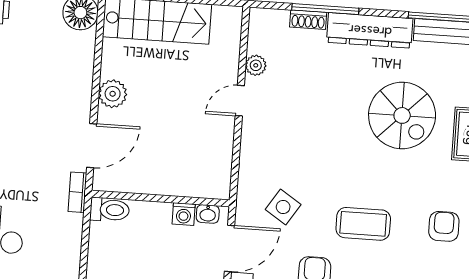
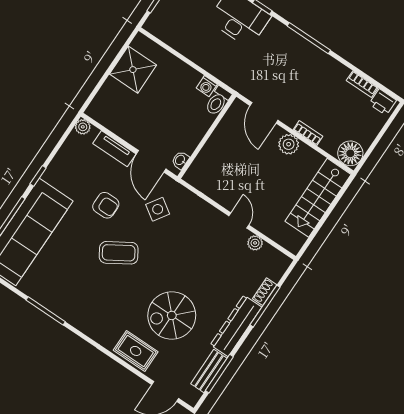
bookcase: (77, 192) -> (308, 133), moved
washing machine: (184, 214) -> (207, 86), moved, turned -90
coffee table: (363, 224) -> (119, 253), turned 58
armchair: (444, 226) -> (88, 302), removed

